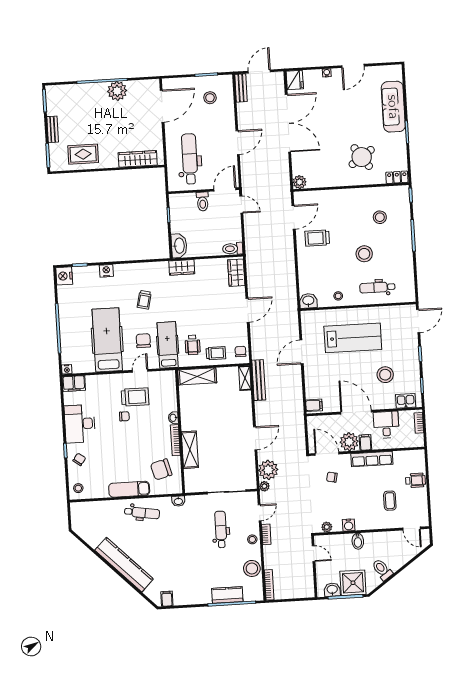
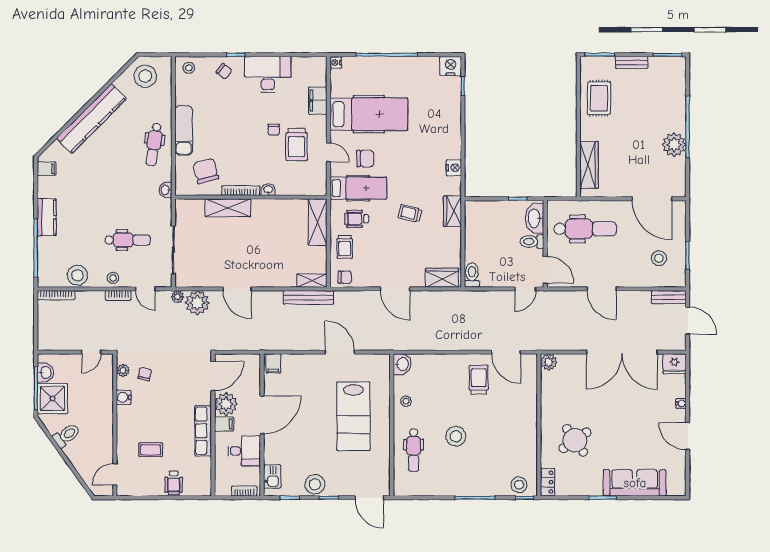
stool: (380, 217) -> (519, 485), moved
washbasin: (179, 246) -> (535, 218), moved, turned 90
nightstand: (106, 271) -> (454, 168), moved
dental chair: (377, 287) -> (414, 450), turned 180
trolley: (144, 300) -> (410, 213), moved
stool: (385, 375) -> (315, 484), moved
filing cabinet: (74, 384) -> (318, 100), moved
chair: (332, 477) -> (145, 374), moved
stool: (87, 523) -> (145, 76), added
bidet: (358, 541) -> (103, 407), removed
kitchen counter: (227, 595) -> (47, 217), moved

